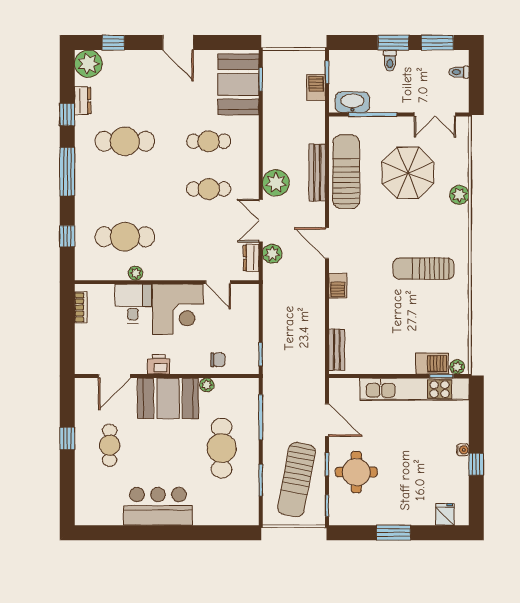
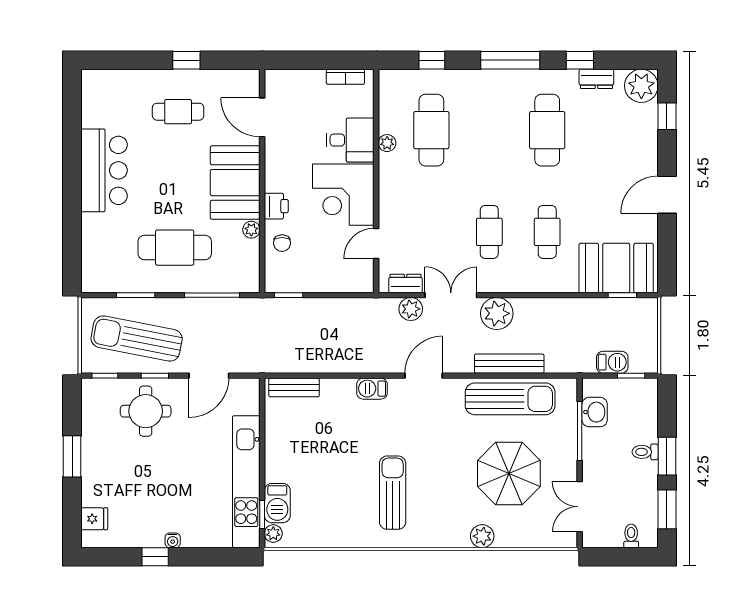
washbasin: (352, 102) -> (595, 412), width x0.72
printer: (159, 364) -> (276, 206), moved

